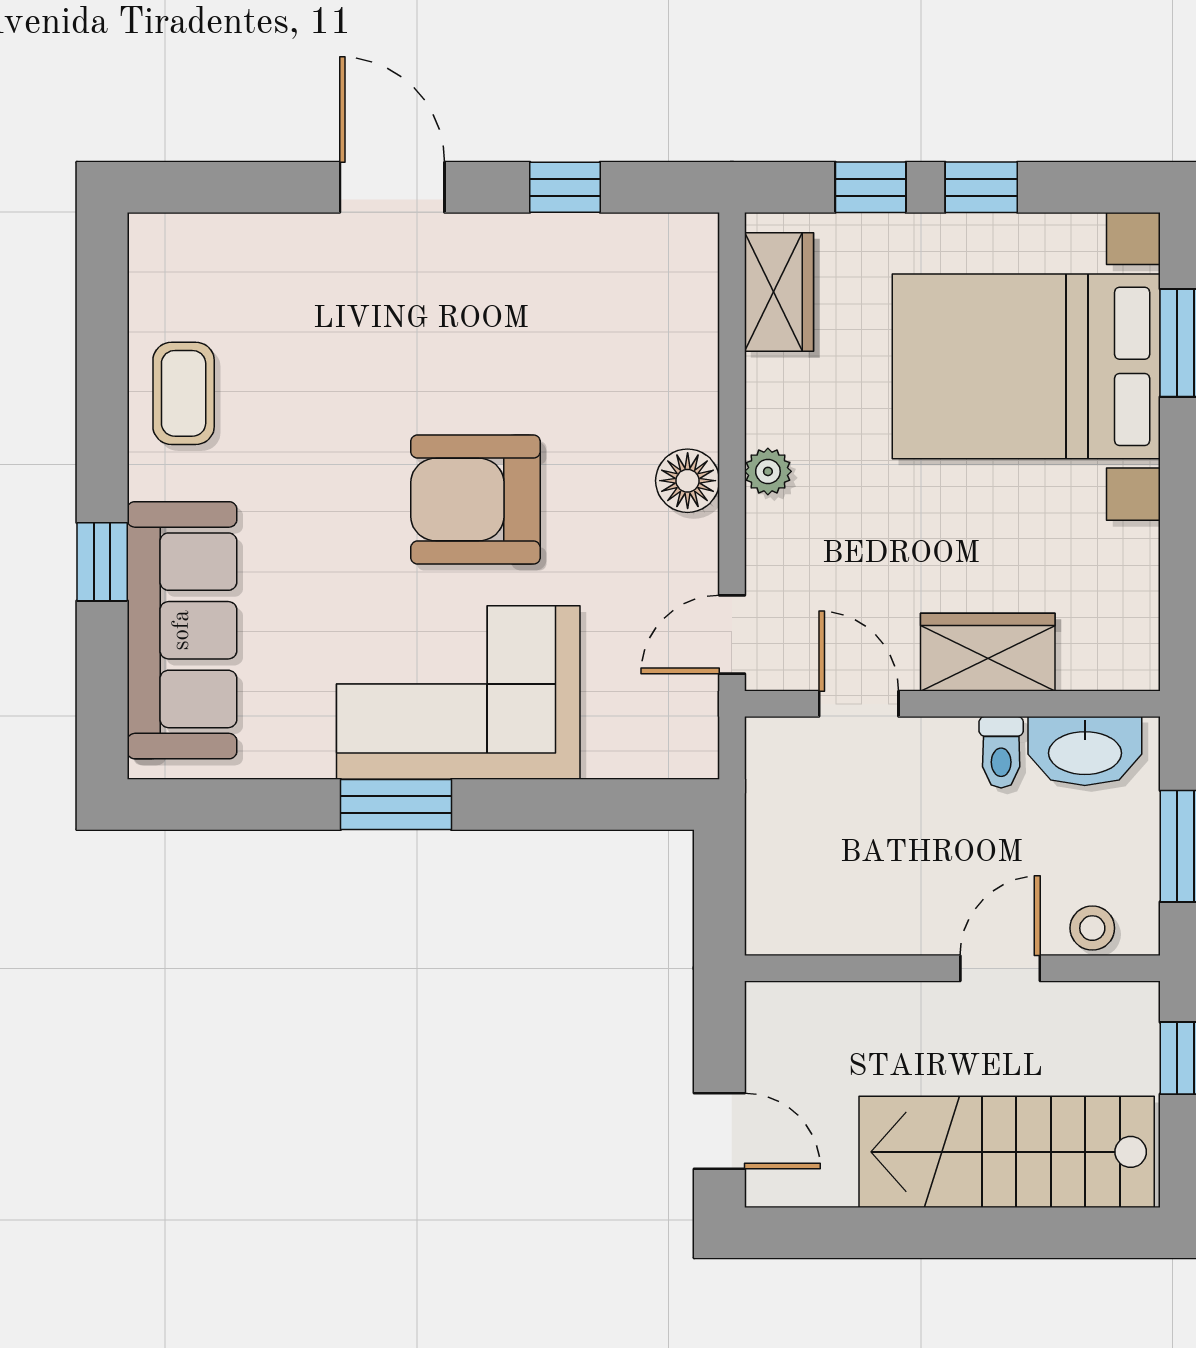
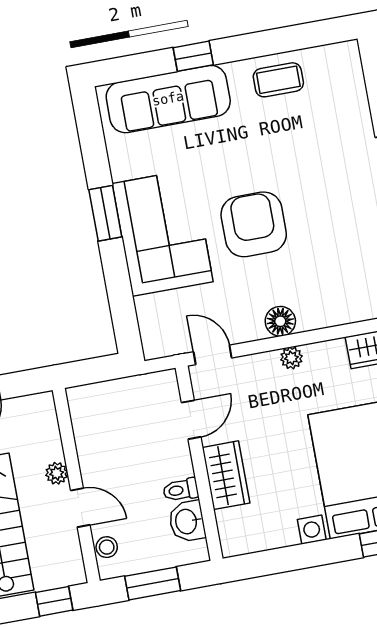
washbasin: (1085, 751) -> (187, 521), width x0.72
plant: (920, 1004) -> (57, 473), added

